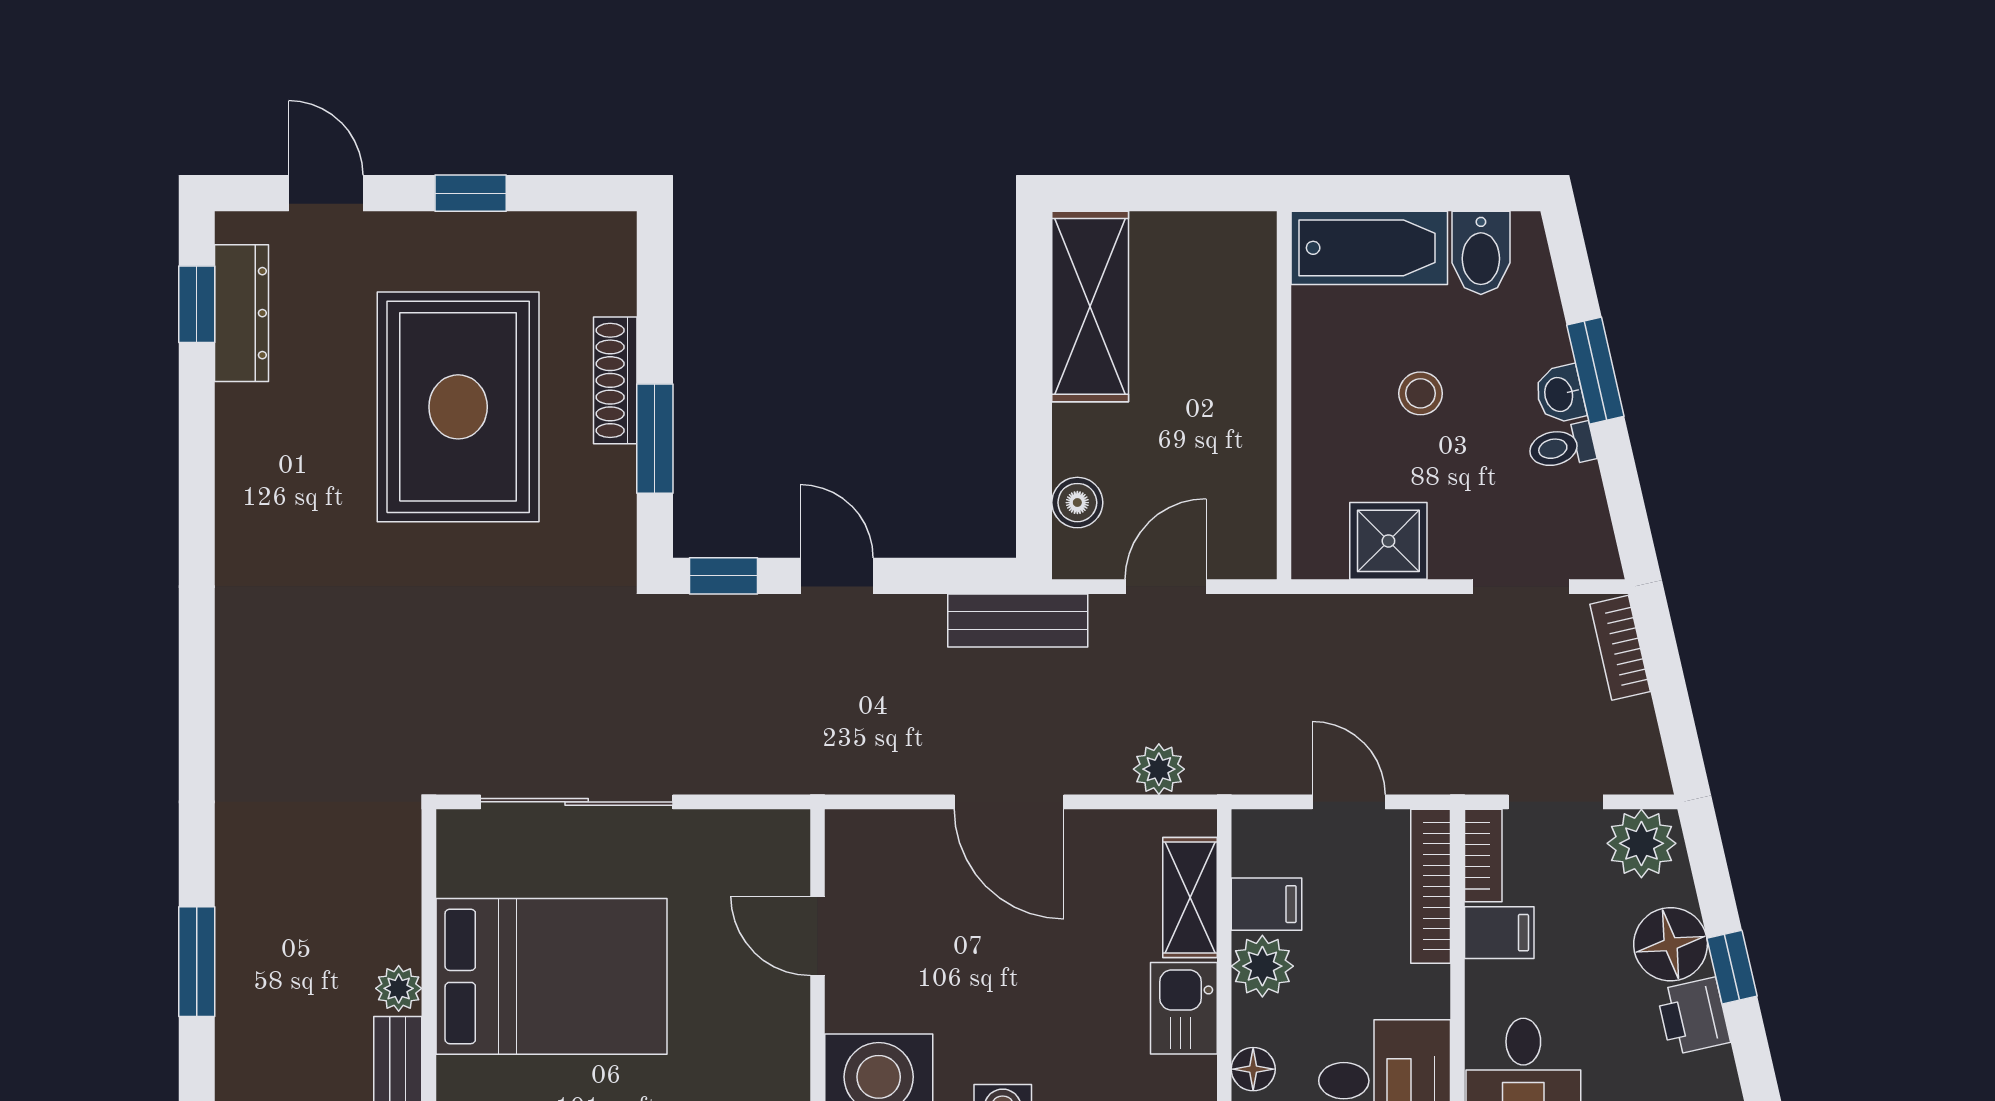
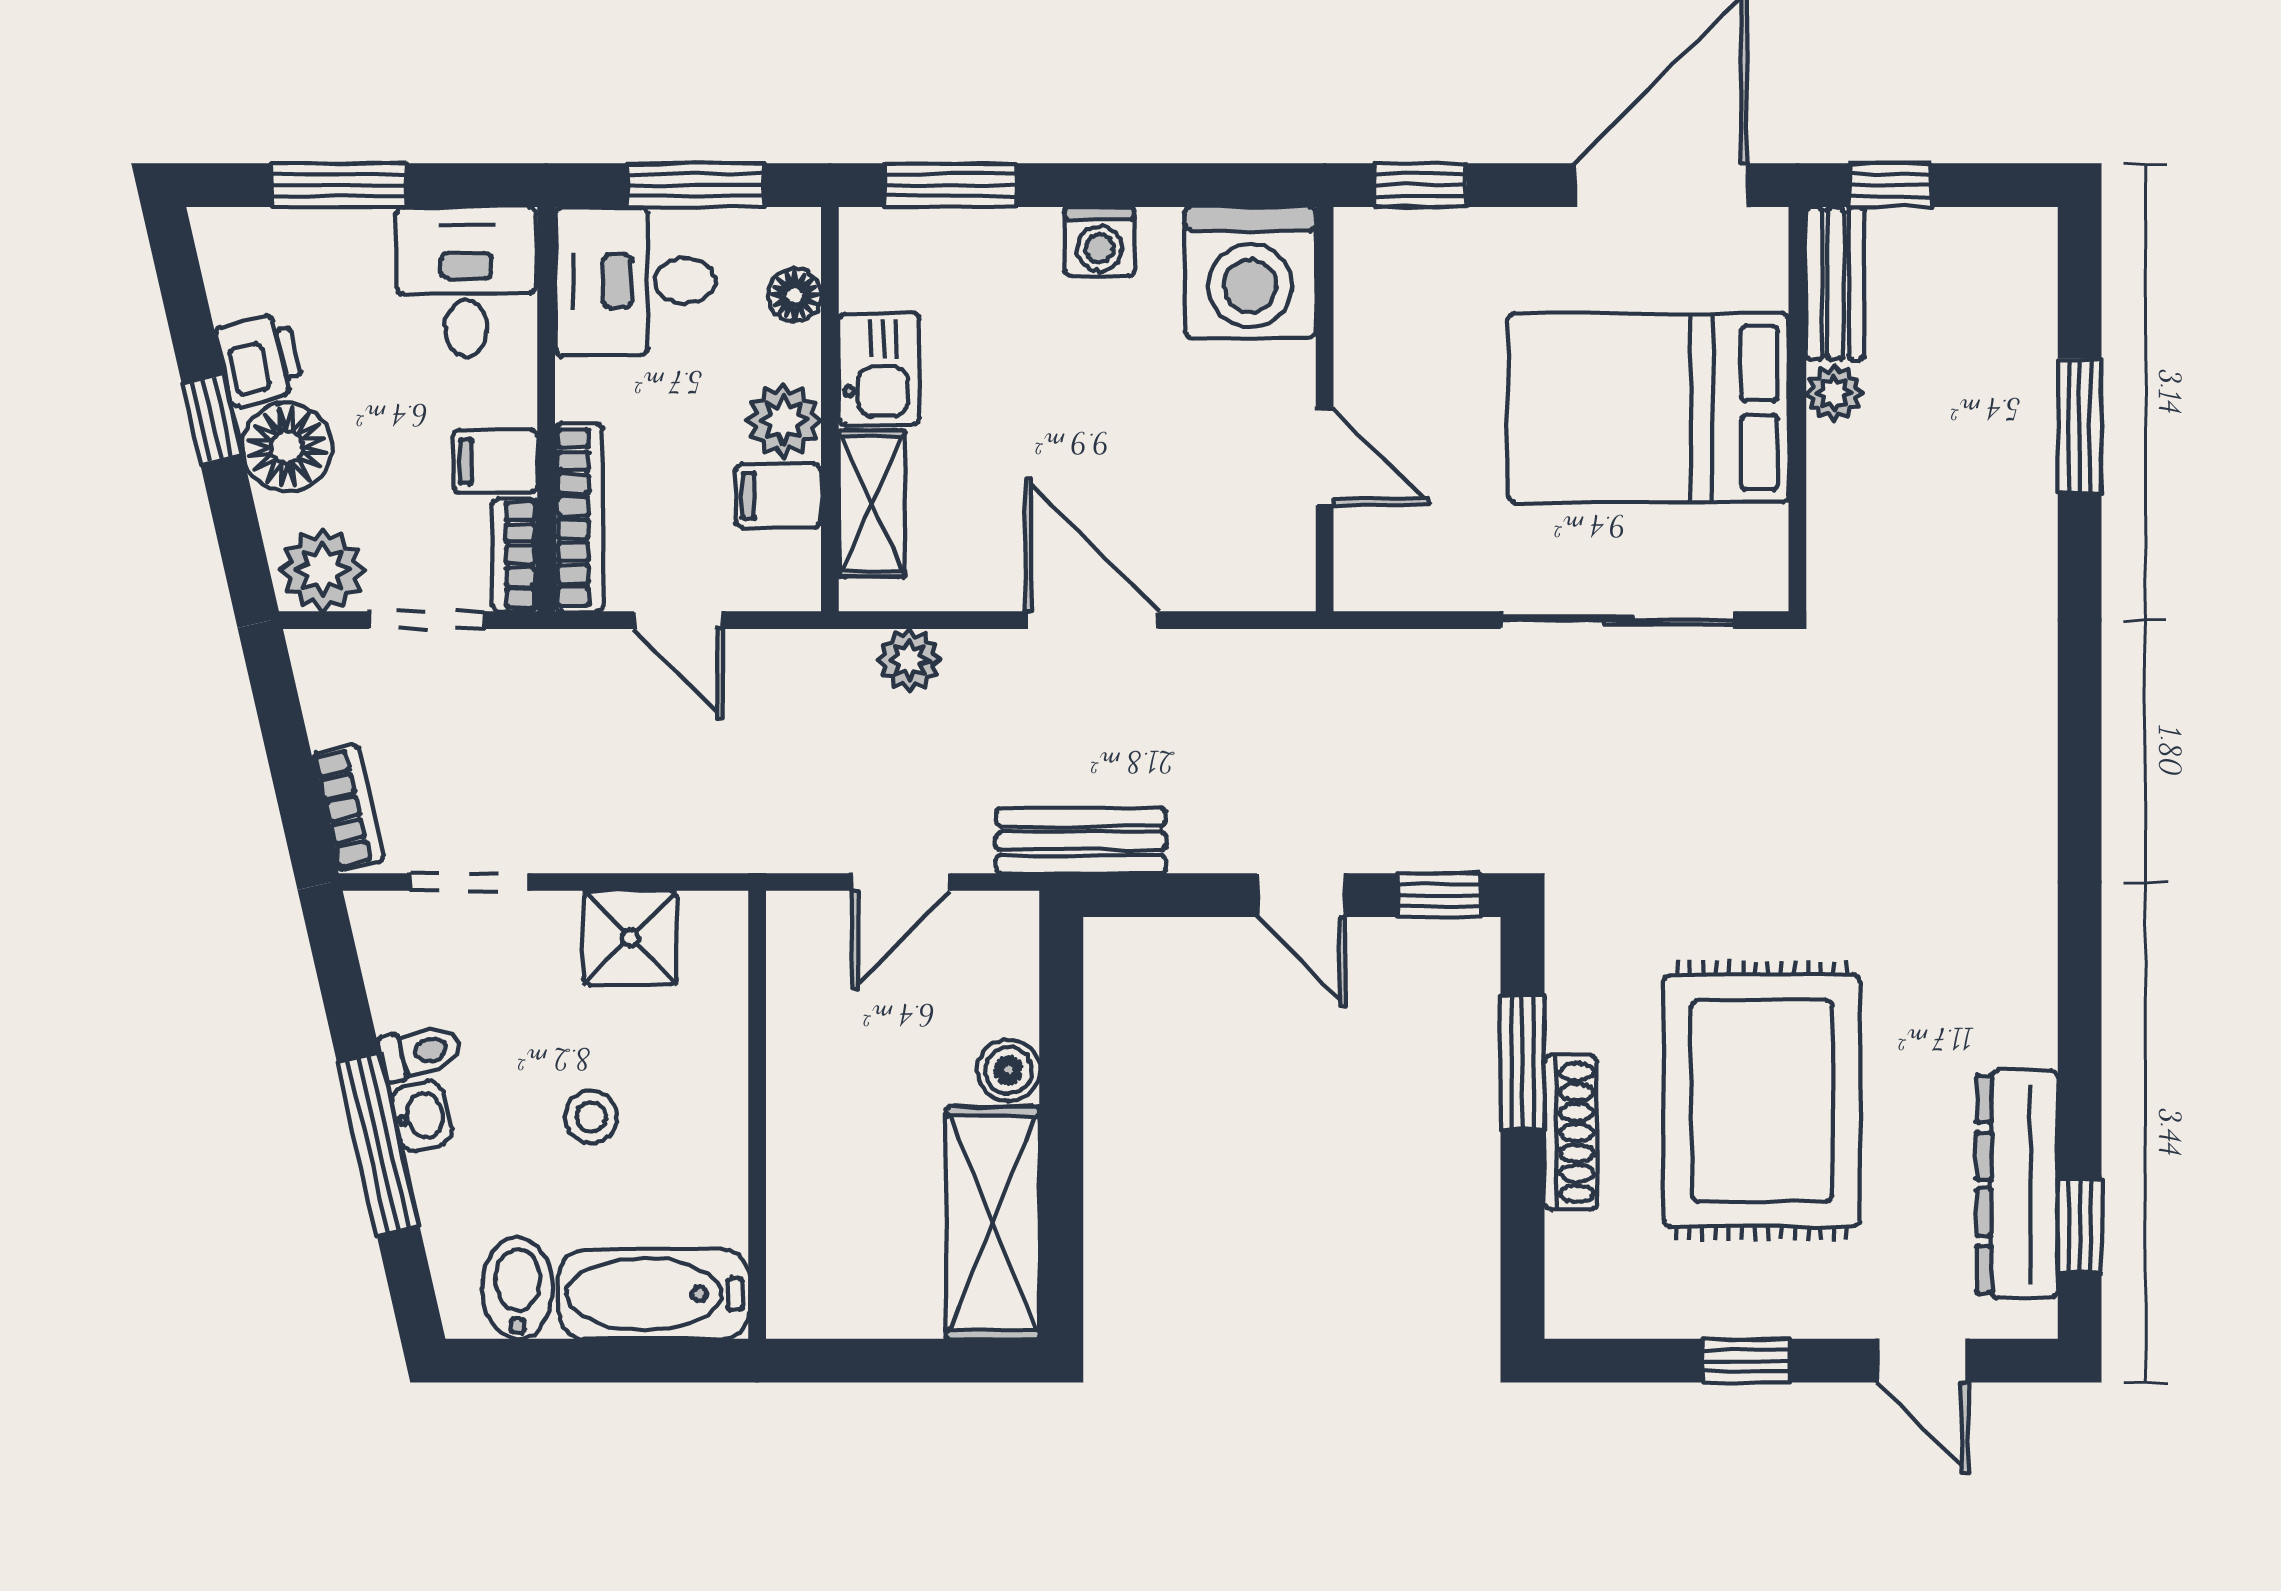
dresser: (242, 313) -> (2017, 1184), width x1.37, depth x1.24
window: (1595, 371) -> (378, 1145), width x1.44
boiler: (1077, 503) -> (1009, 1070), moved

